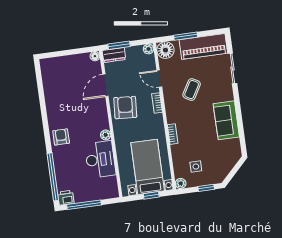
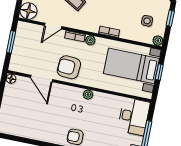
window: (119, 45) -> (11, 42), moved
plant: (148, 49) -> (90, 40), moved
dresser: (114, 55) -> (16, 61), removed
desk: (100, 159) -> (134, 116), moved, turned 90

